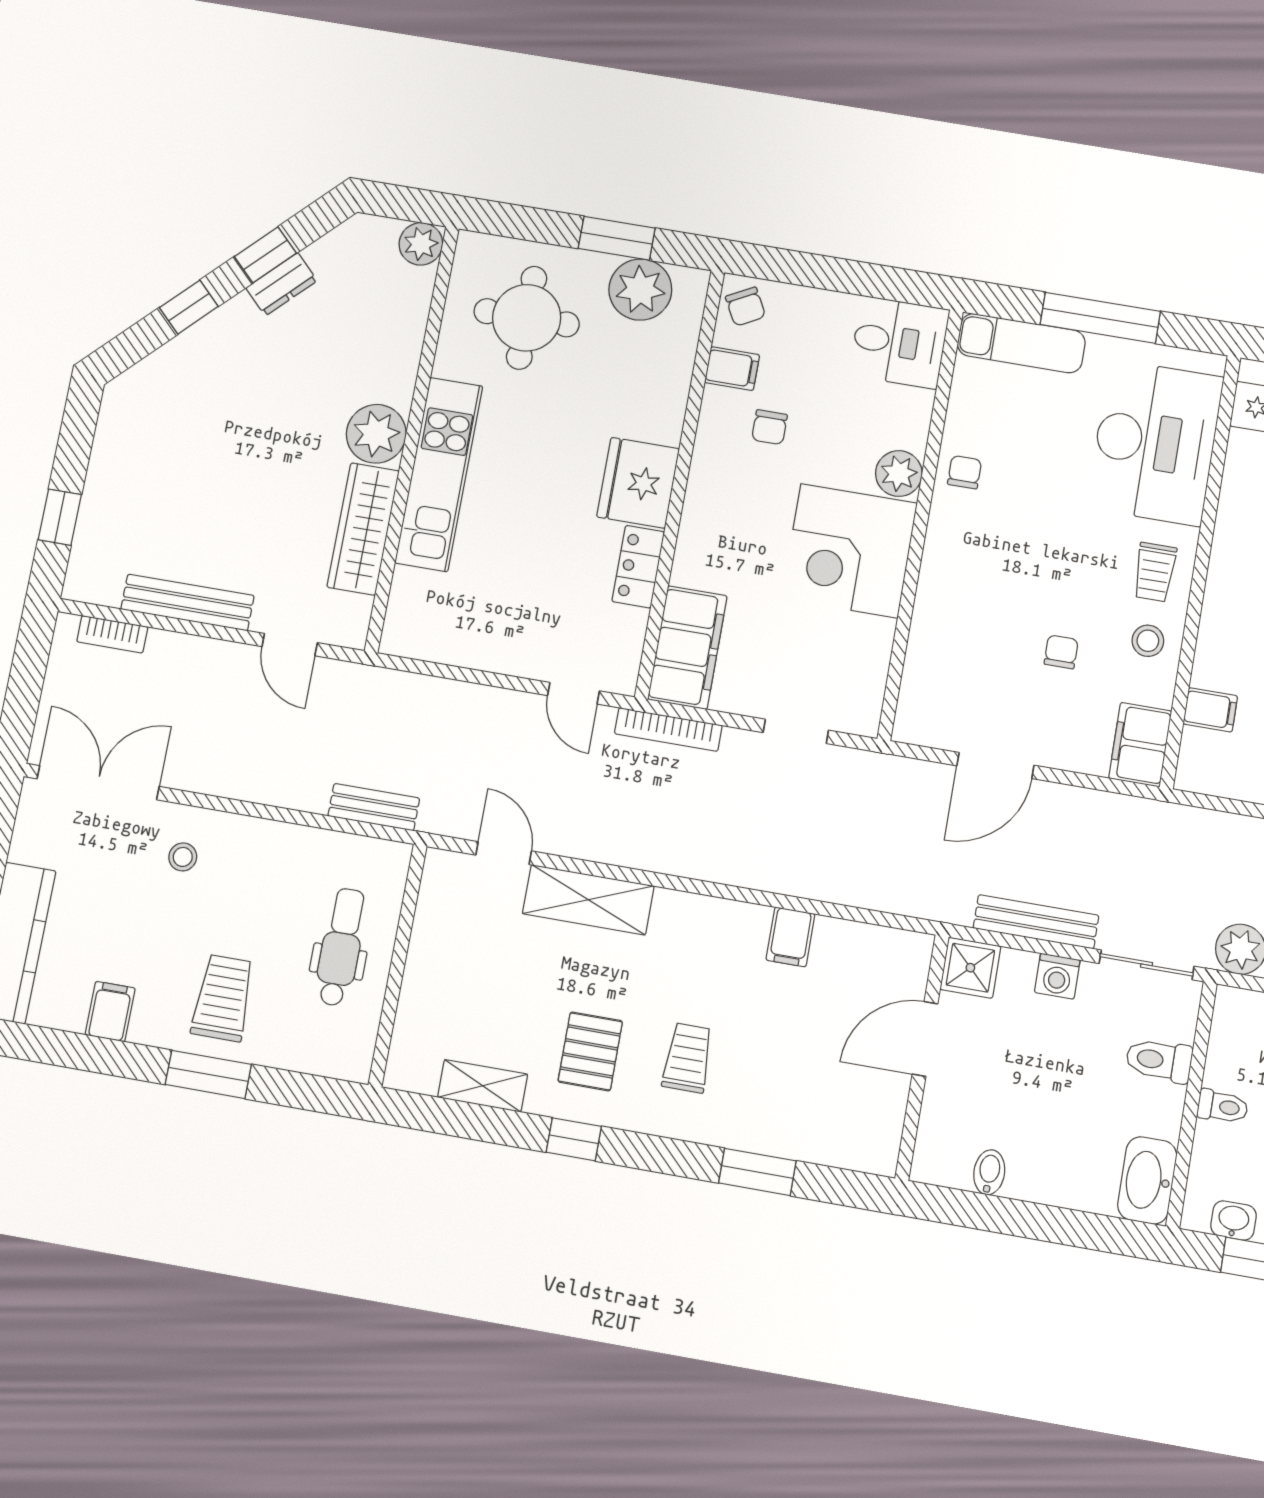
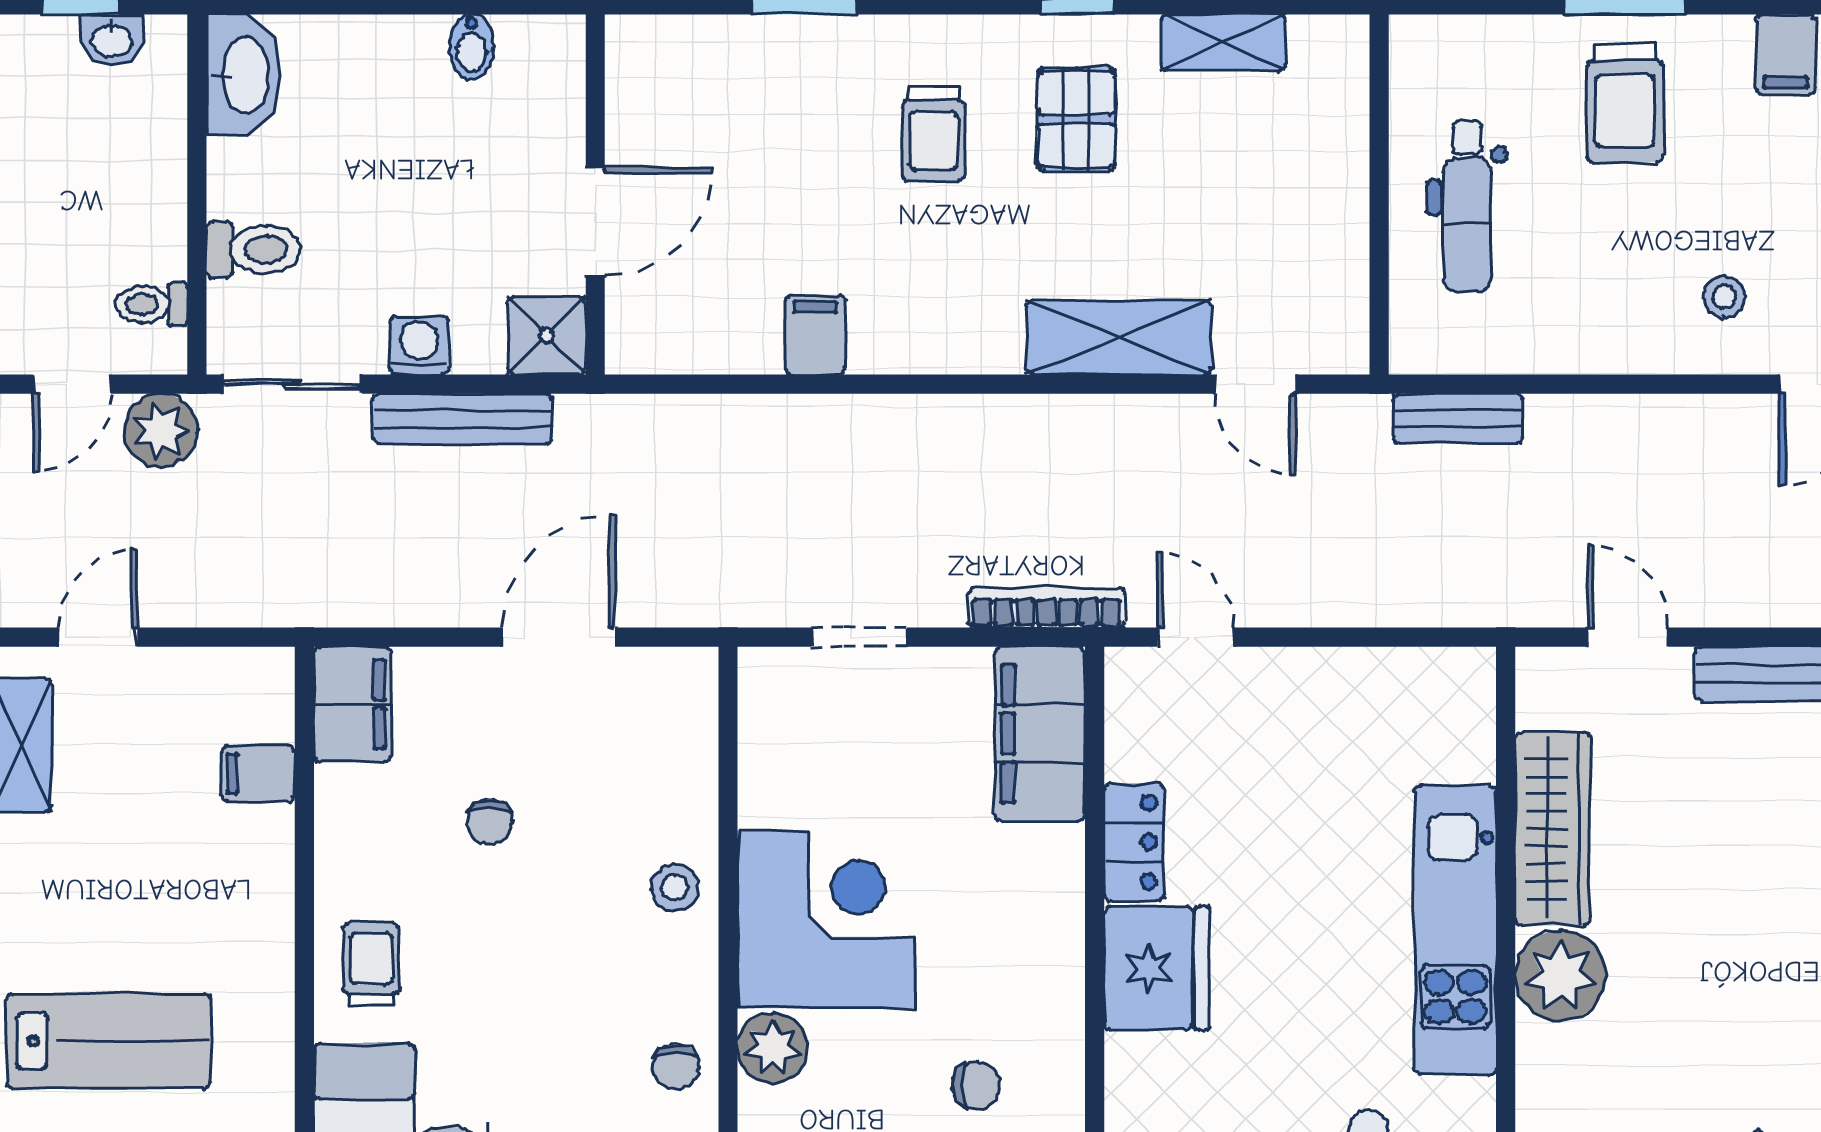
chair: (770, 427) -> (976, 1085), turned 90
stool: (1148, 641) -> (675, 887), moved
toilet: (1223, 1107) -> (152, 304), moved

